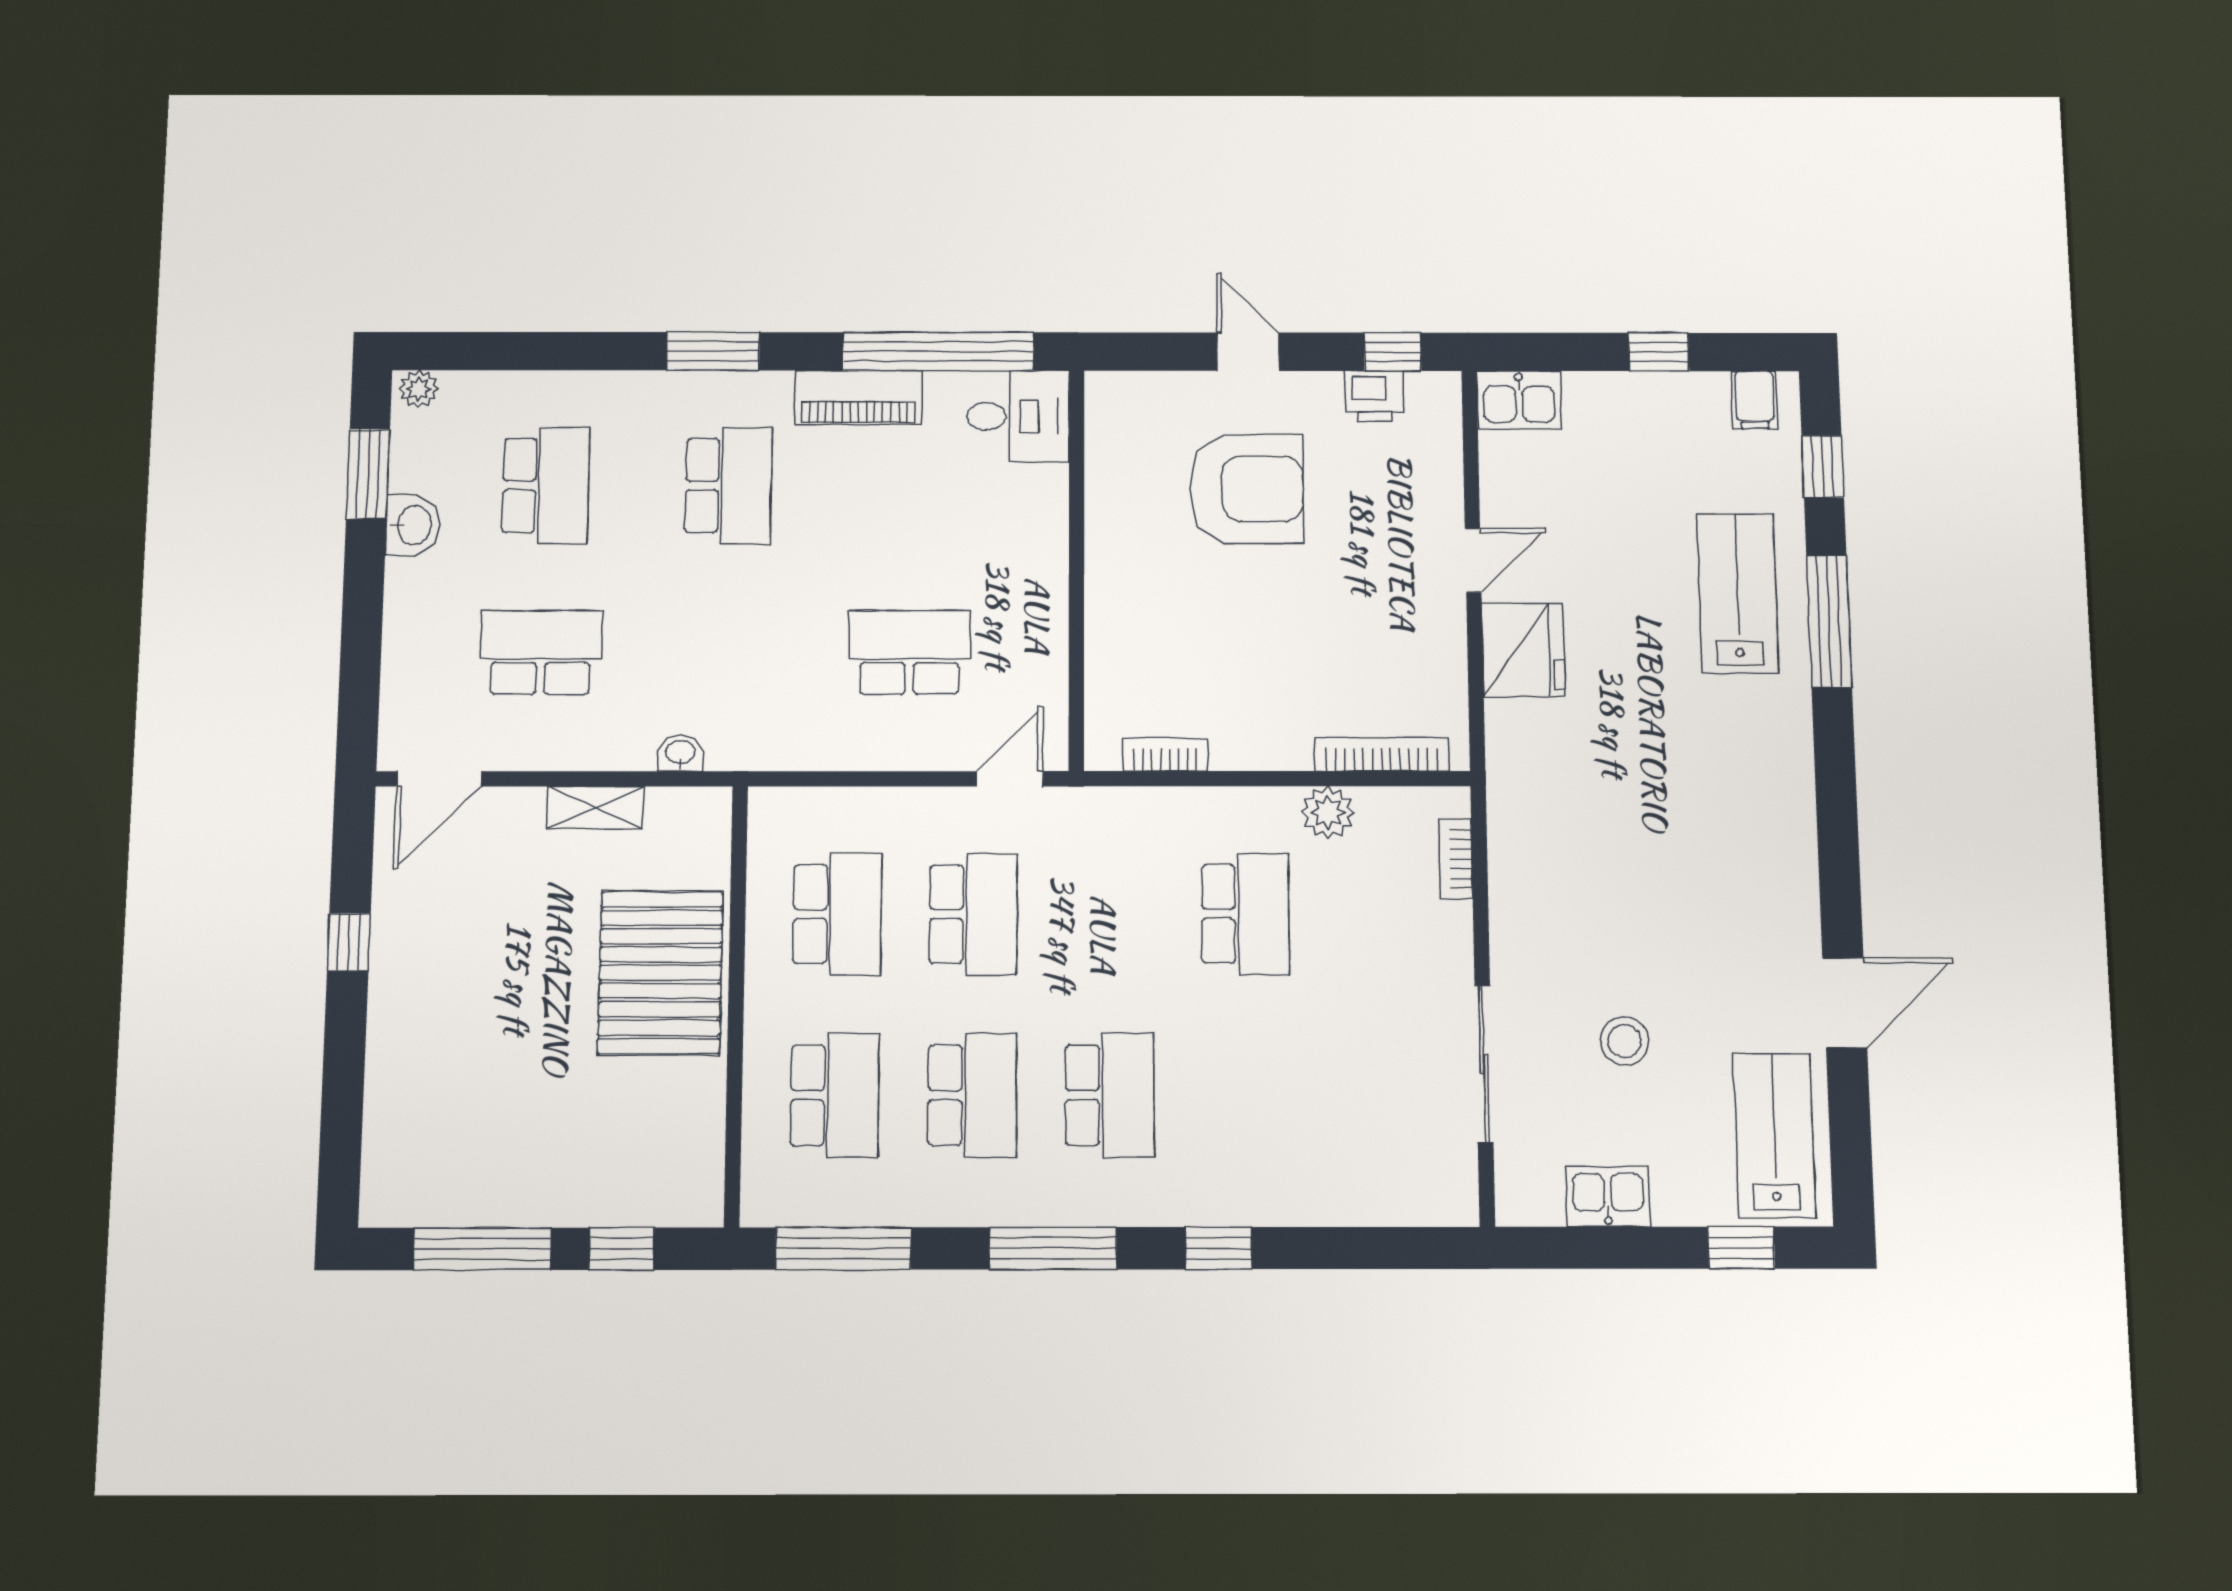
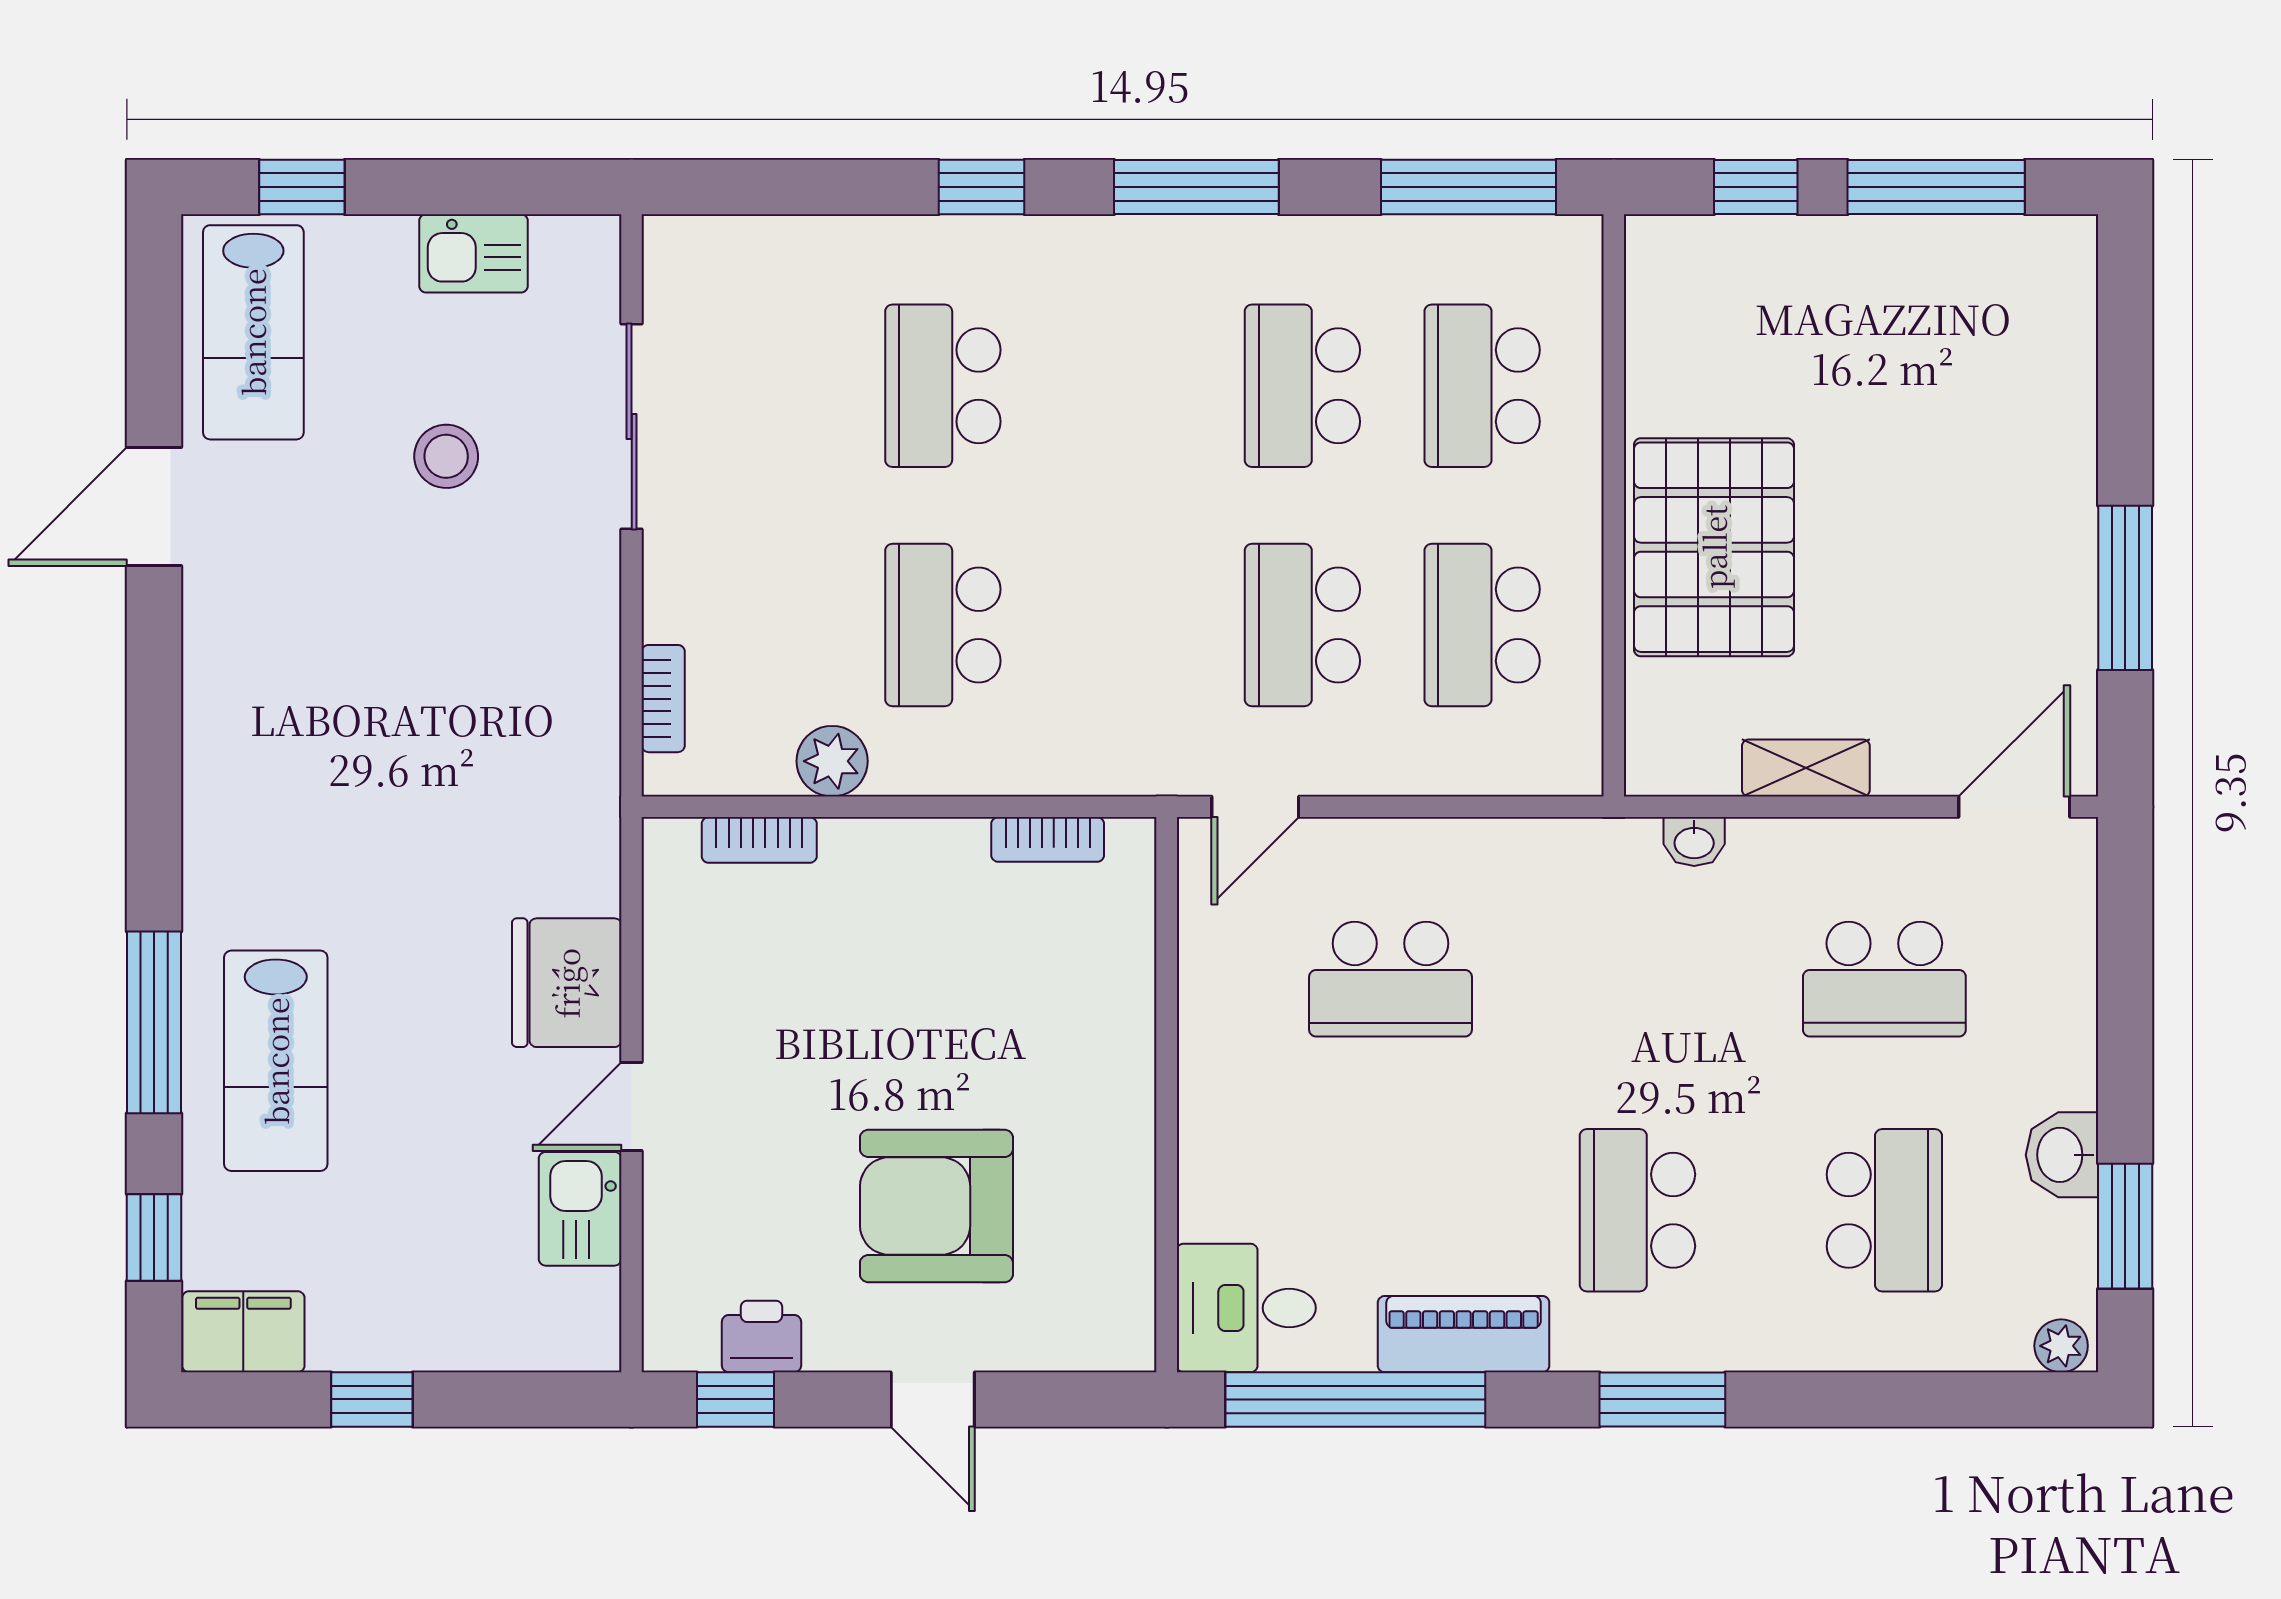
kitchen sink: (1519, 400) -> (580, 1209), moved, turned -90
filing cabinet: (1754, 400) -> (243, 1332), width x2.00
school desk: (546, 485) -> (1884, 1210), turned 180
bookcase: (1382, 754) -> (759, 840), width x0.64
window: (349, 942) -> (2125, 588), width x2.17
school desk: (1110, 1095) -> (943, 386), moved

